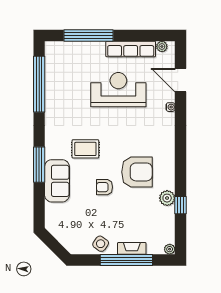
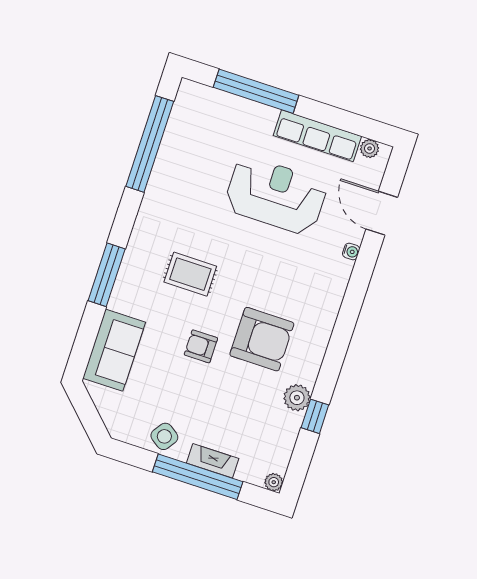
sofa: (57, 181) -> (114, 350), moved

